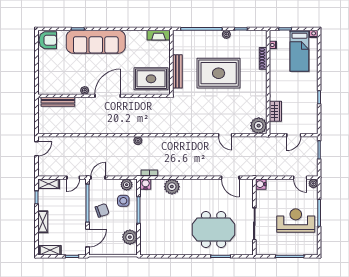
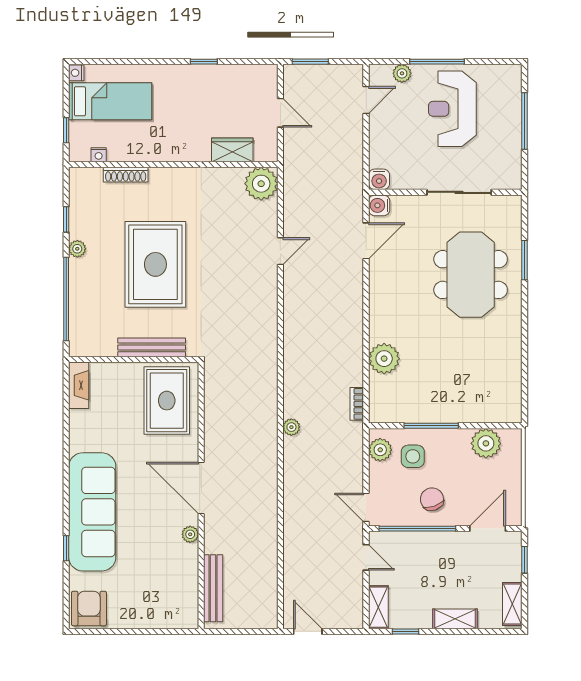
plant: (313, 183) -> (402, 73), moved
water cooler: (146, 184) -> (379, 205), moved
door: (87, 238) -> (488, 529), hinge flipped

